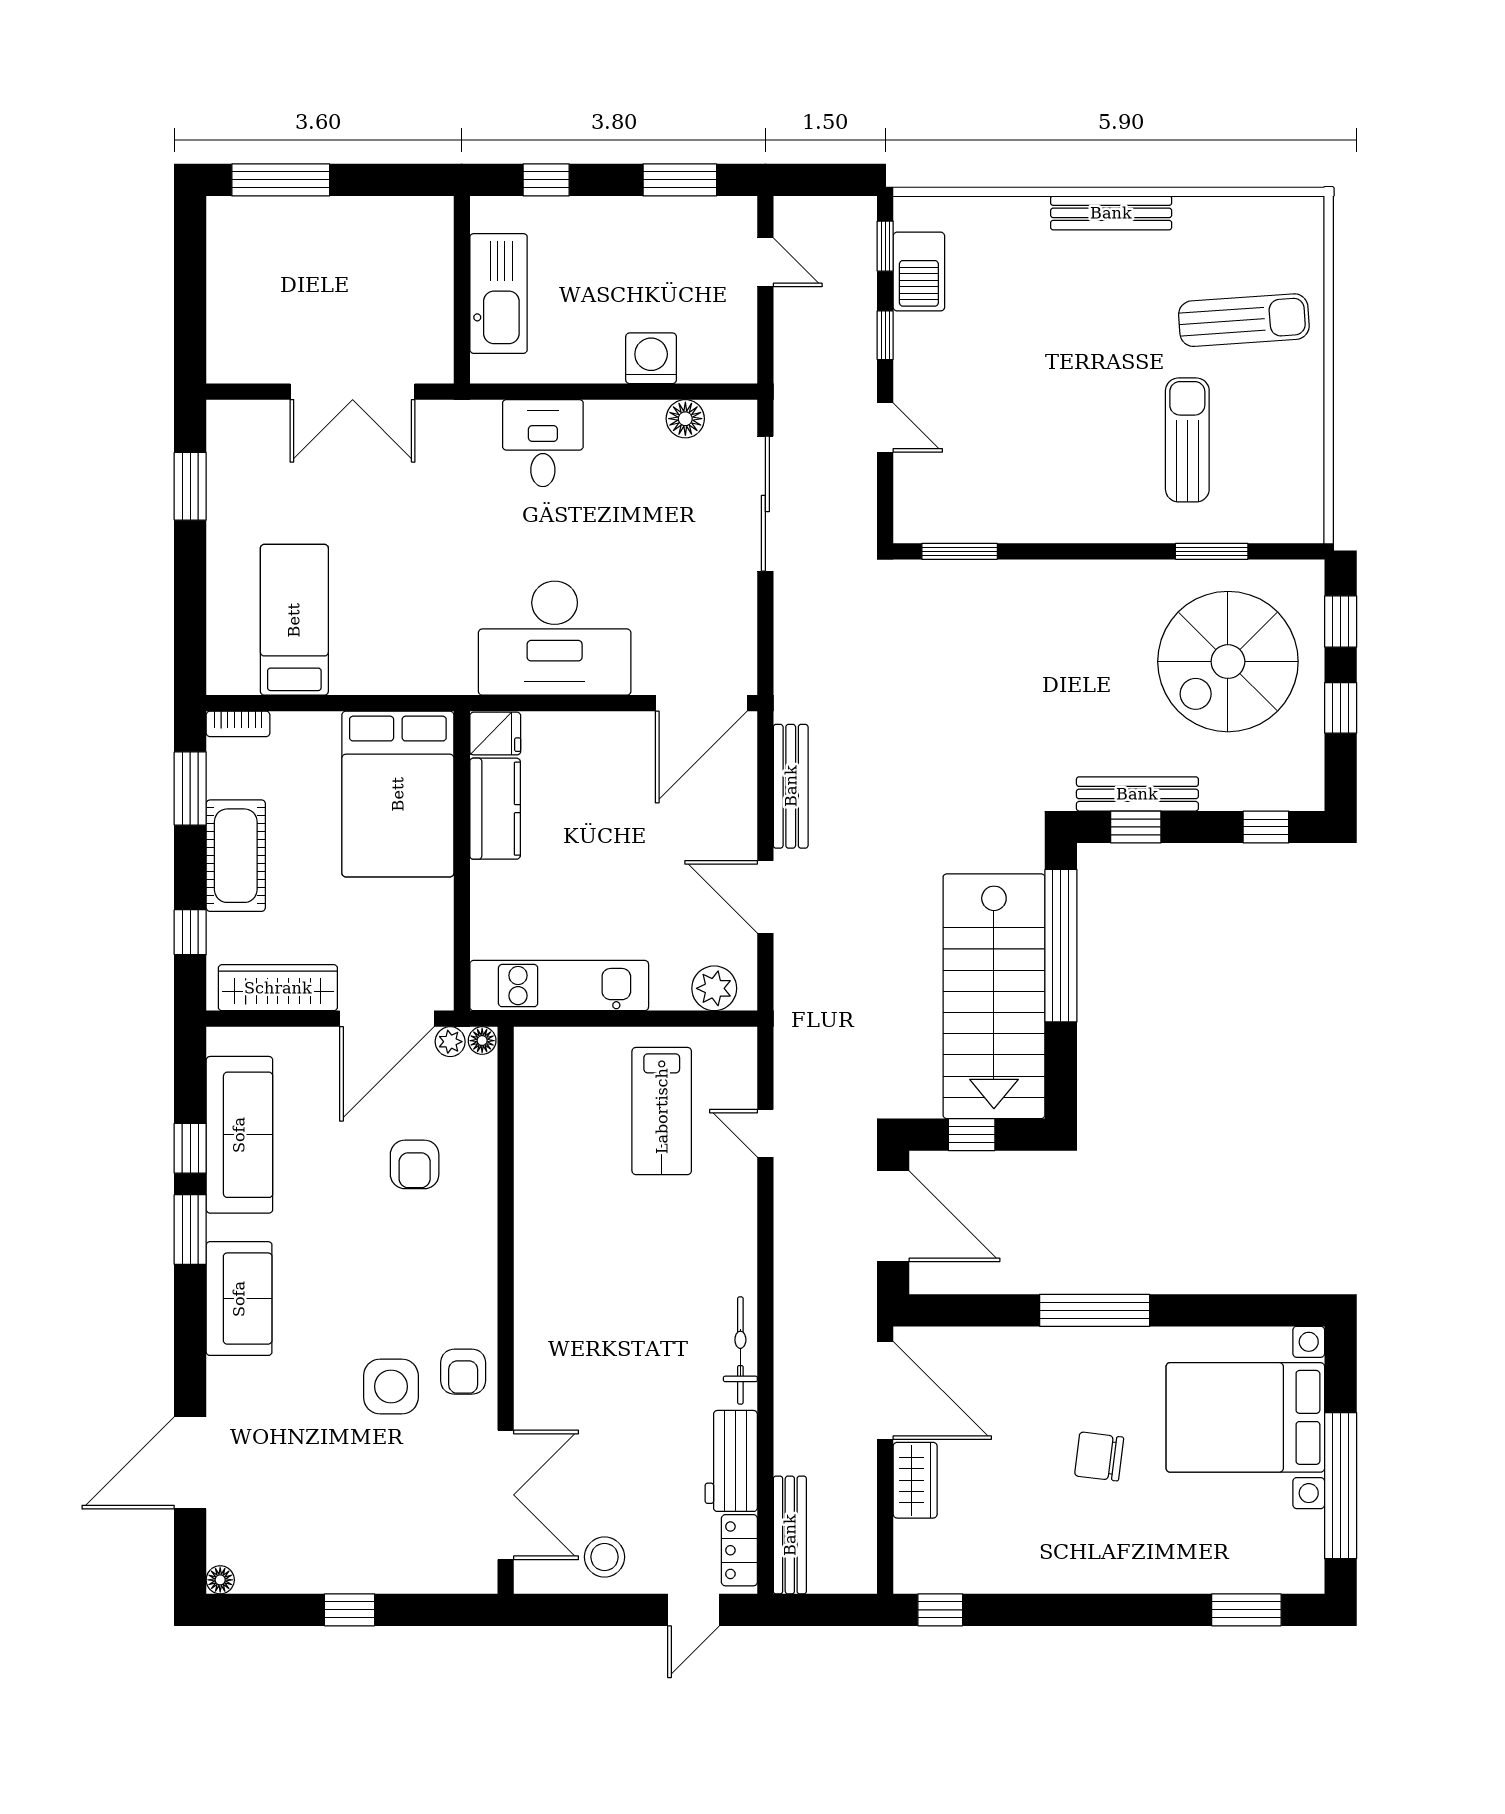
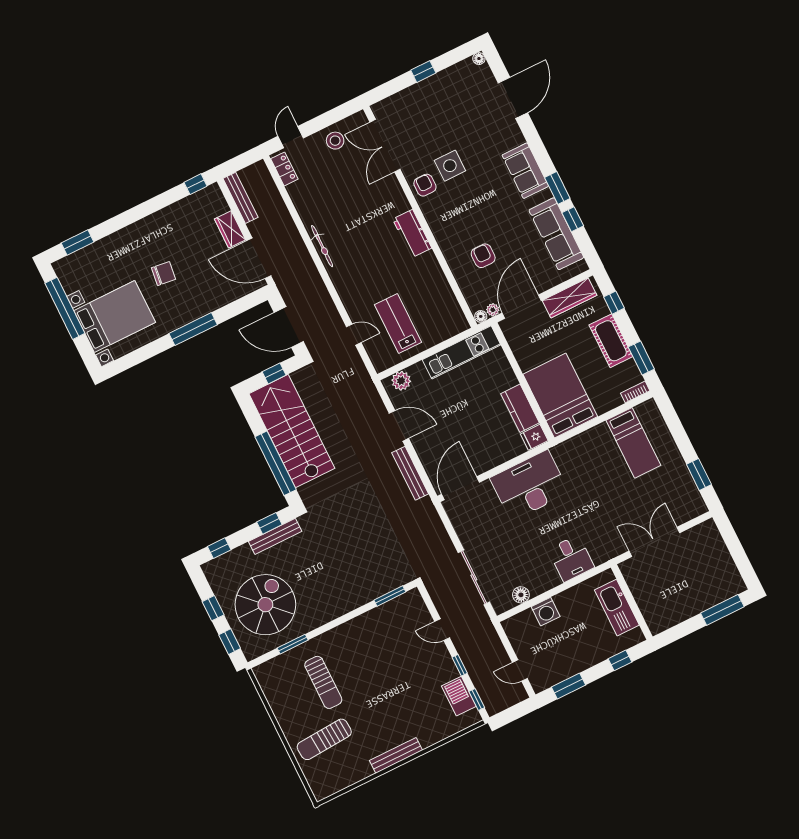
workbench: (731, 1461) -> (412, 234), moved, turned 180
bench: (790, 1535) -> (241, 198), moved

